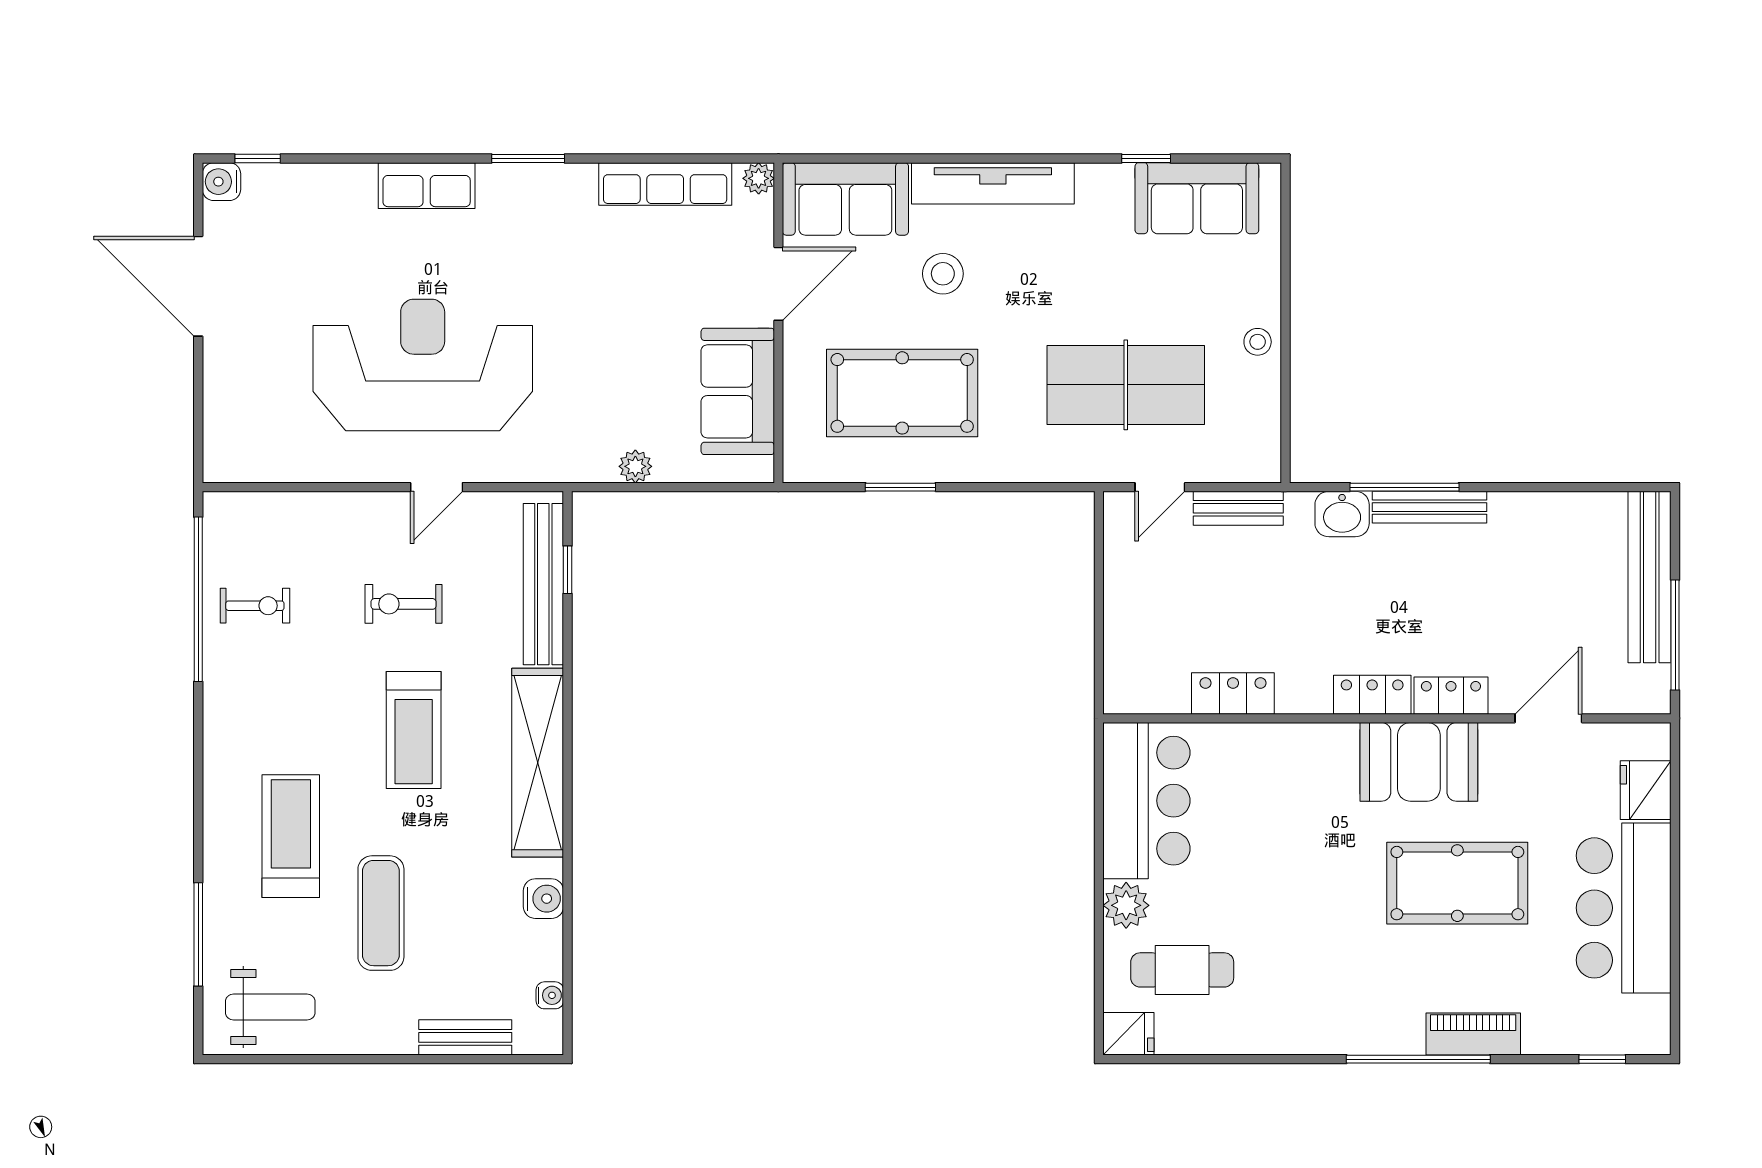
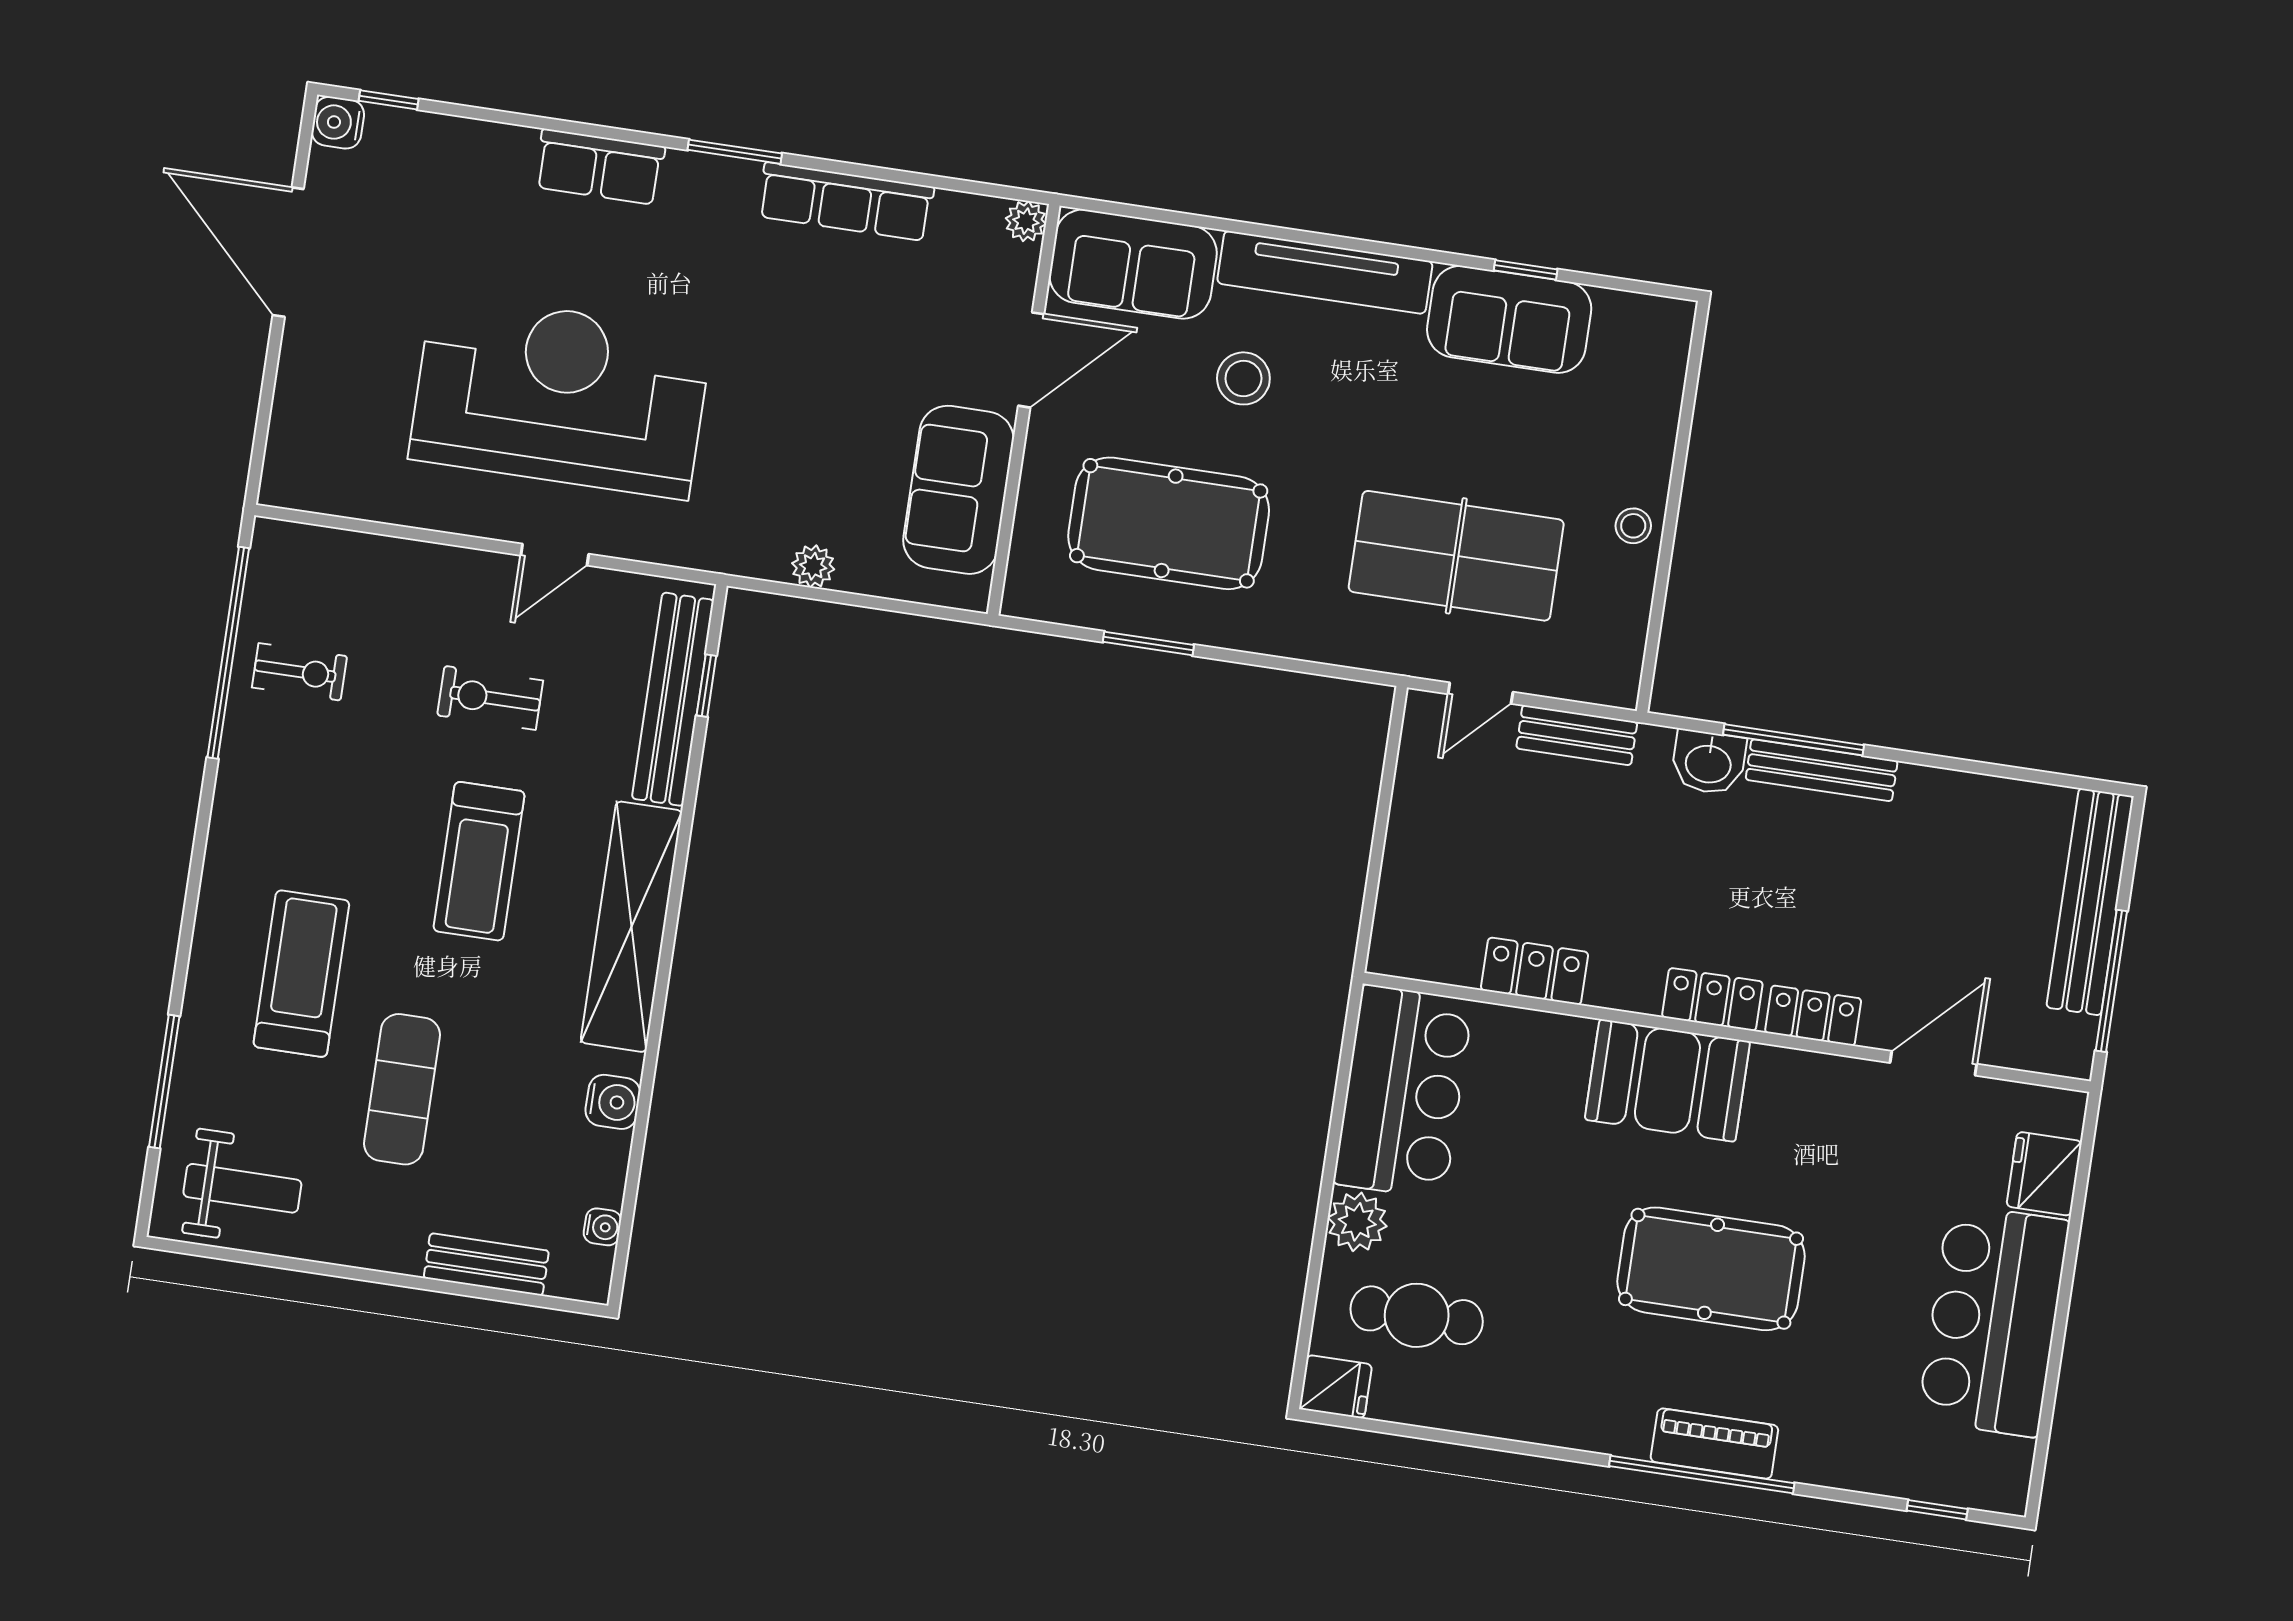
row of seats: (665, 184) -> (846, 202), moved
sofa: (1197, 198) -> (1509, 319), moved
booth: (1419, 762) -> (1667, 1080), moved
pool table: (1457, 883) -> (1711, 1269), moved
piano: (1473, 1034) -> (1714, 1444), moved

